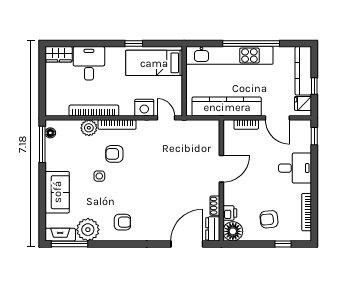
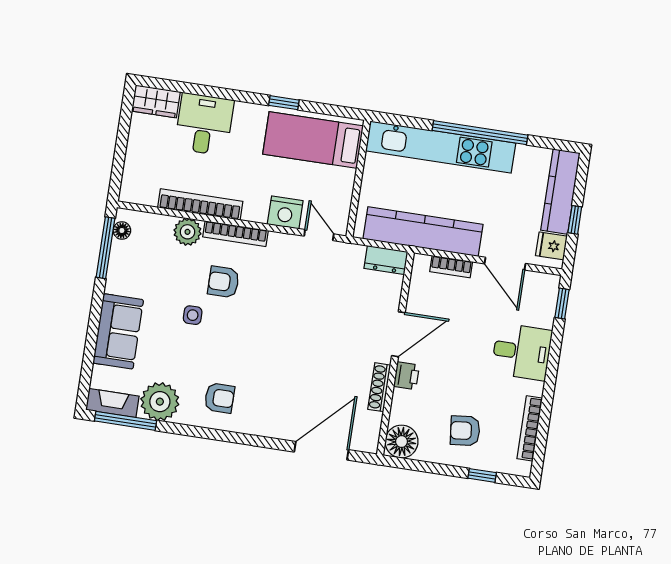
shoe rack: (215, 206) -> (379, 387), width x1.43
printer: (230, 213) -> (406, 376), moved
dresser: (213, 229) -> (386, 260), moved, turned -90

